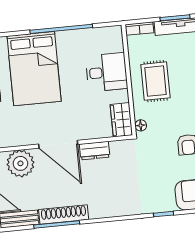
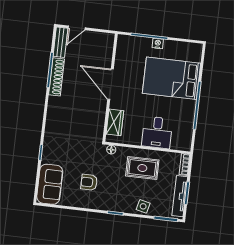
wardrobe: (121, 120) -> (115, 122), moved, turned 90
door: (58, 144) -> (111, 84), hinge flipped
dresser: (95, 151) -> (100, 111), removed
plant: (20, 163) -> (102, 53), removed

